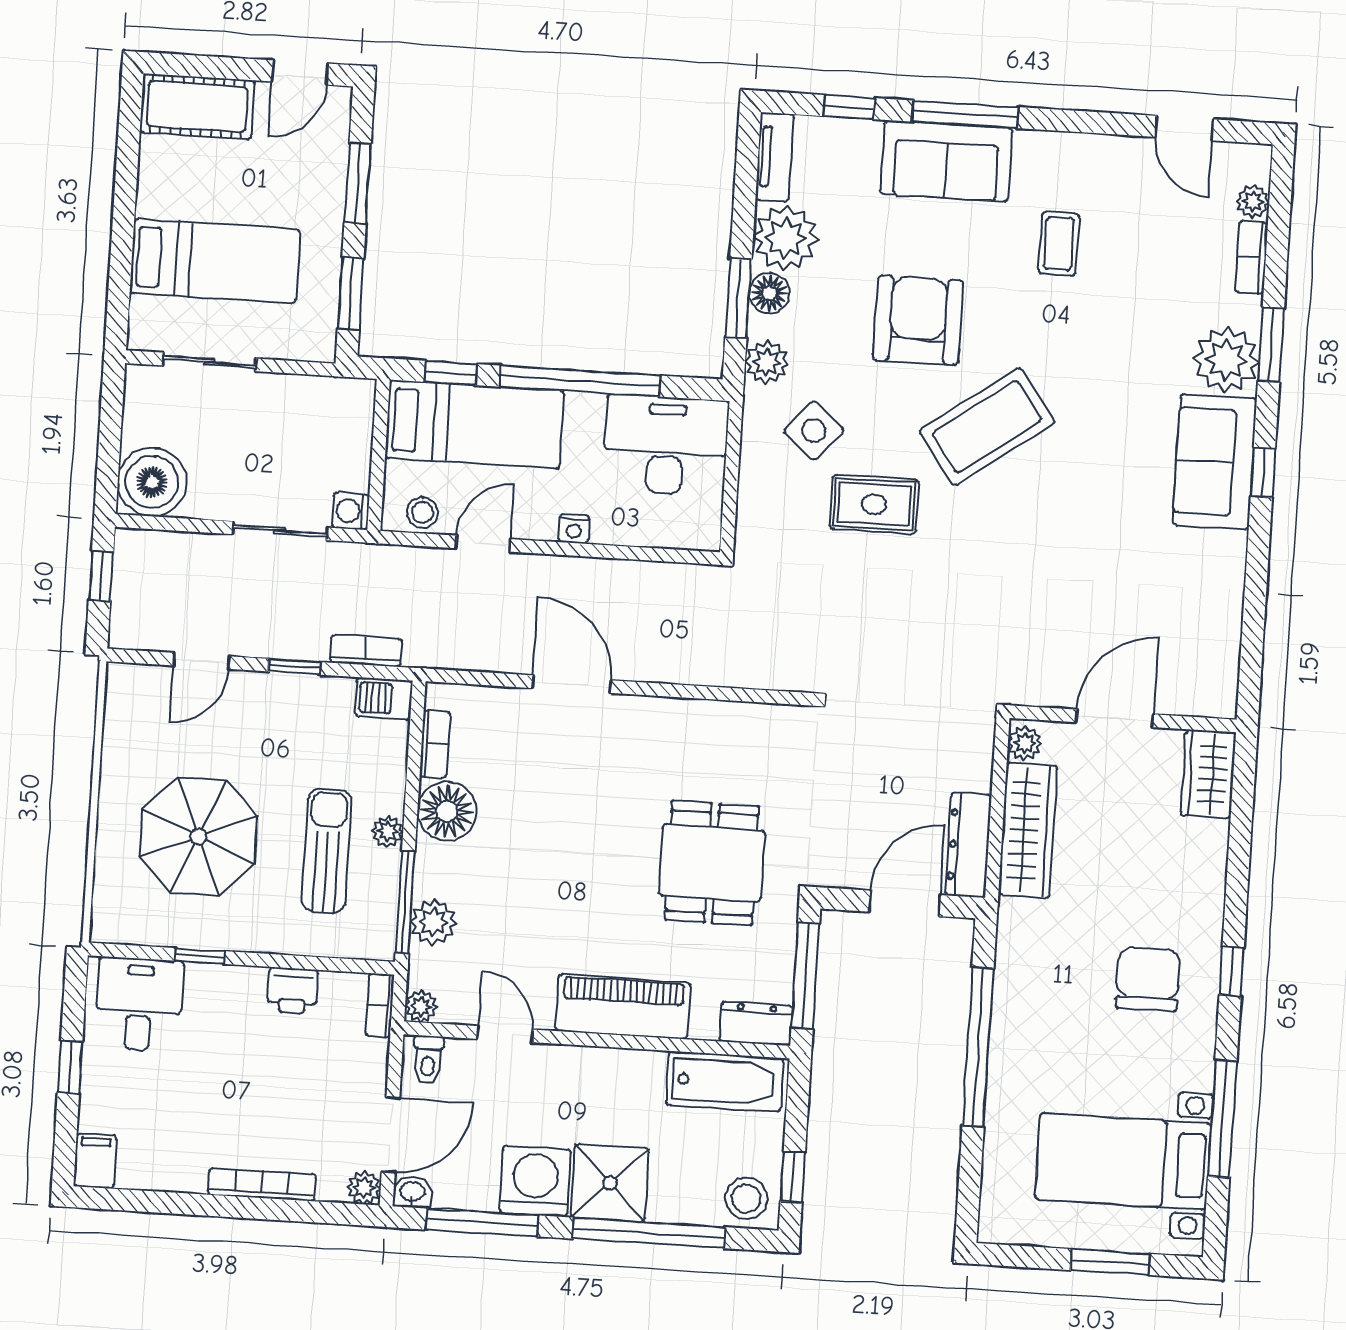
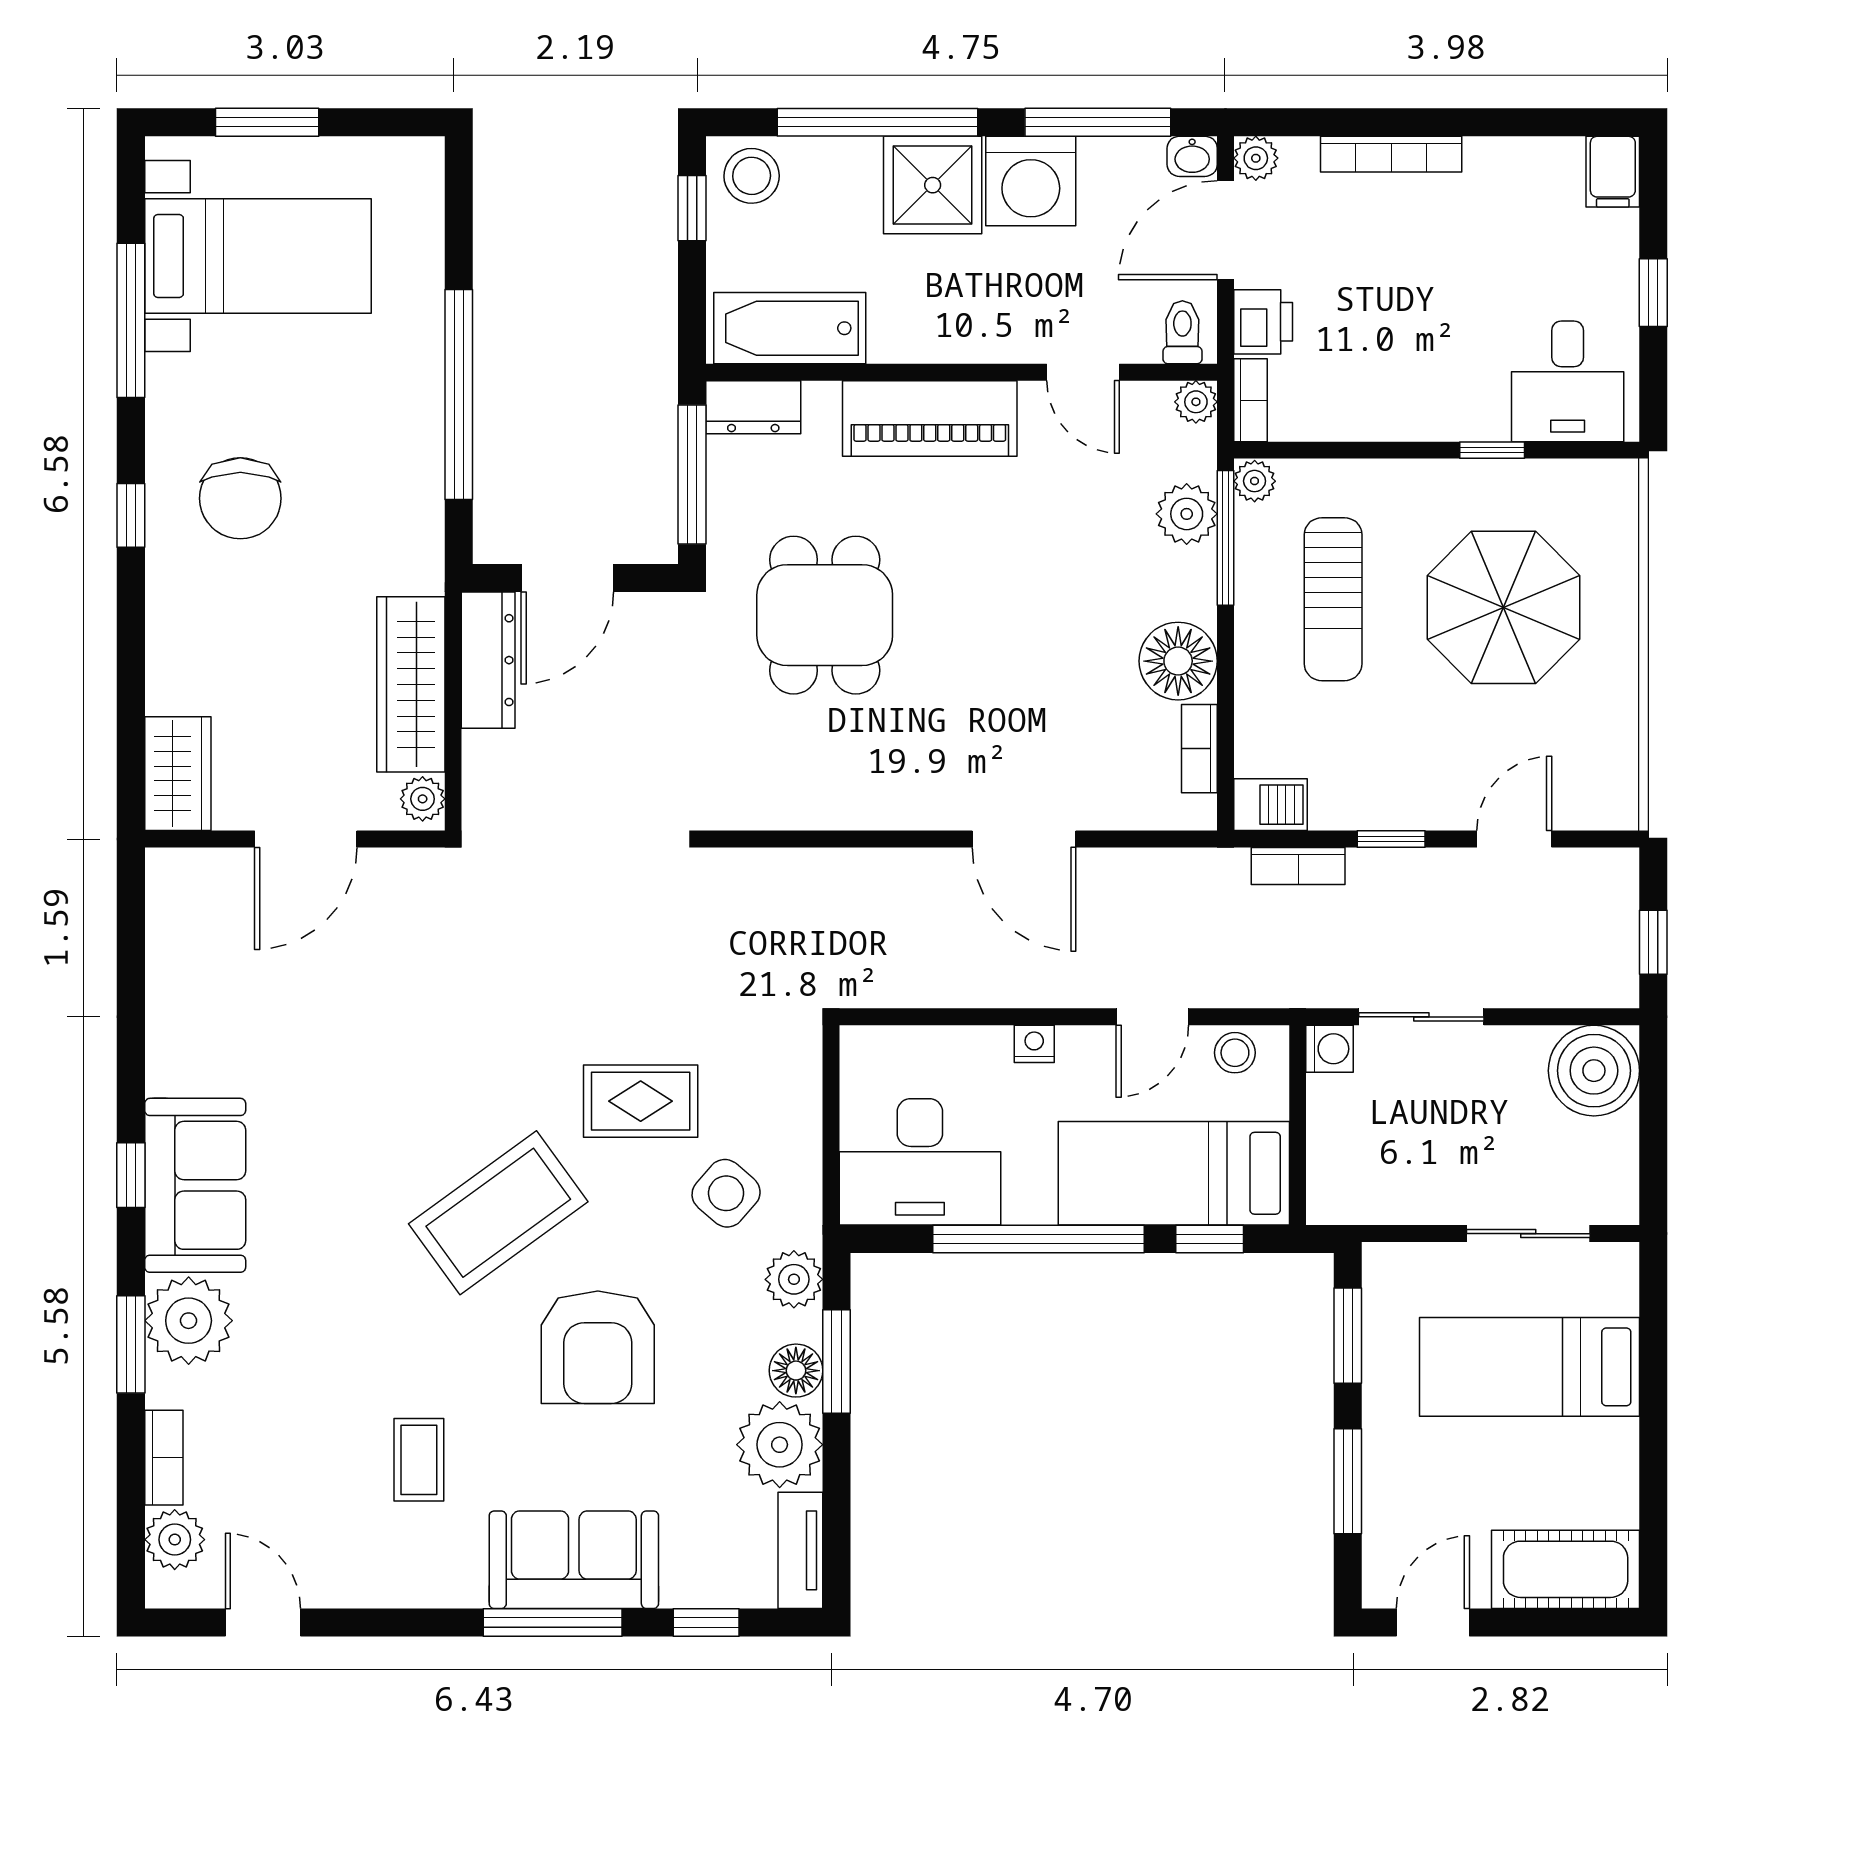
plant: (1253, 202) -> (175, 1540), width x1.38, depth x1.38
plant: (388, 831) -> (1255, 481), moved
printer: (293, 990) -> (1263, 322), moved, turned 90

